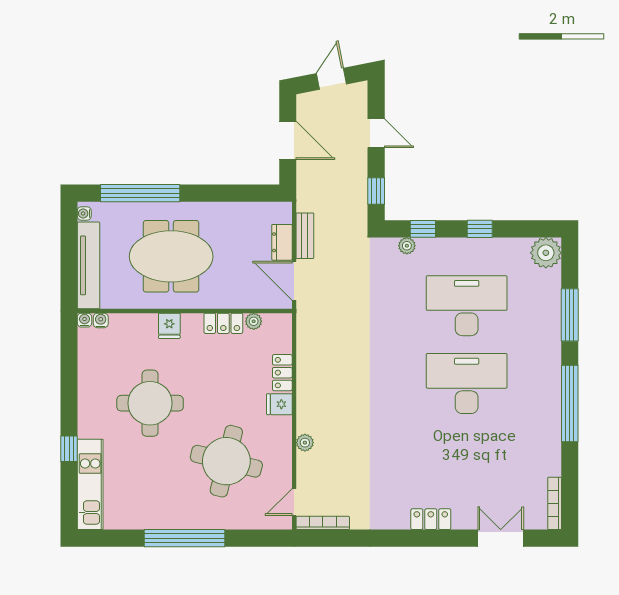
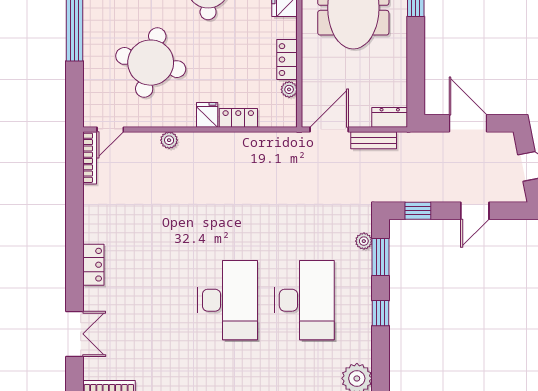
door: (288, 140) -> (468, 123), swing flipped
window: (423, 229) -> (380, 257), width x1.50
dresser: (282, 242) -> (390, 117), moved
door: (294, 502) -> (110, 130), swing flipped

